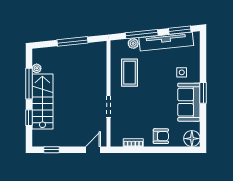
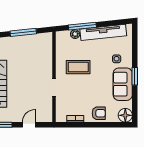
window: (180, 30) -> (115, 23), removed
coffee table: (129, 73) -> (78, 67), moved, turned 90
door: (93, 150) -> (29, 125), moved

